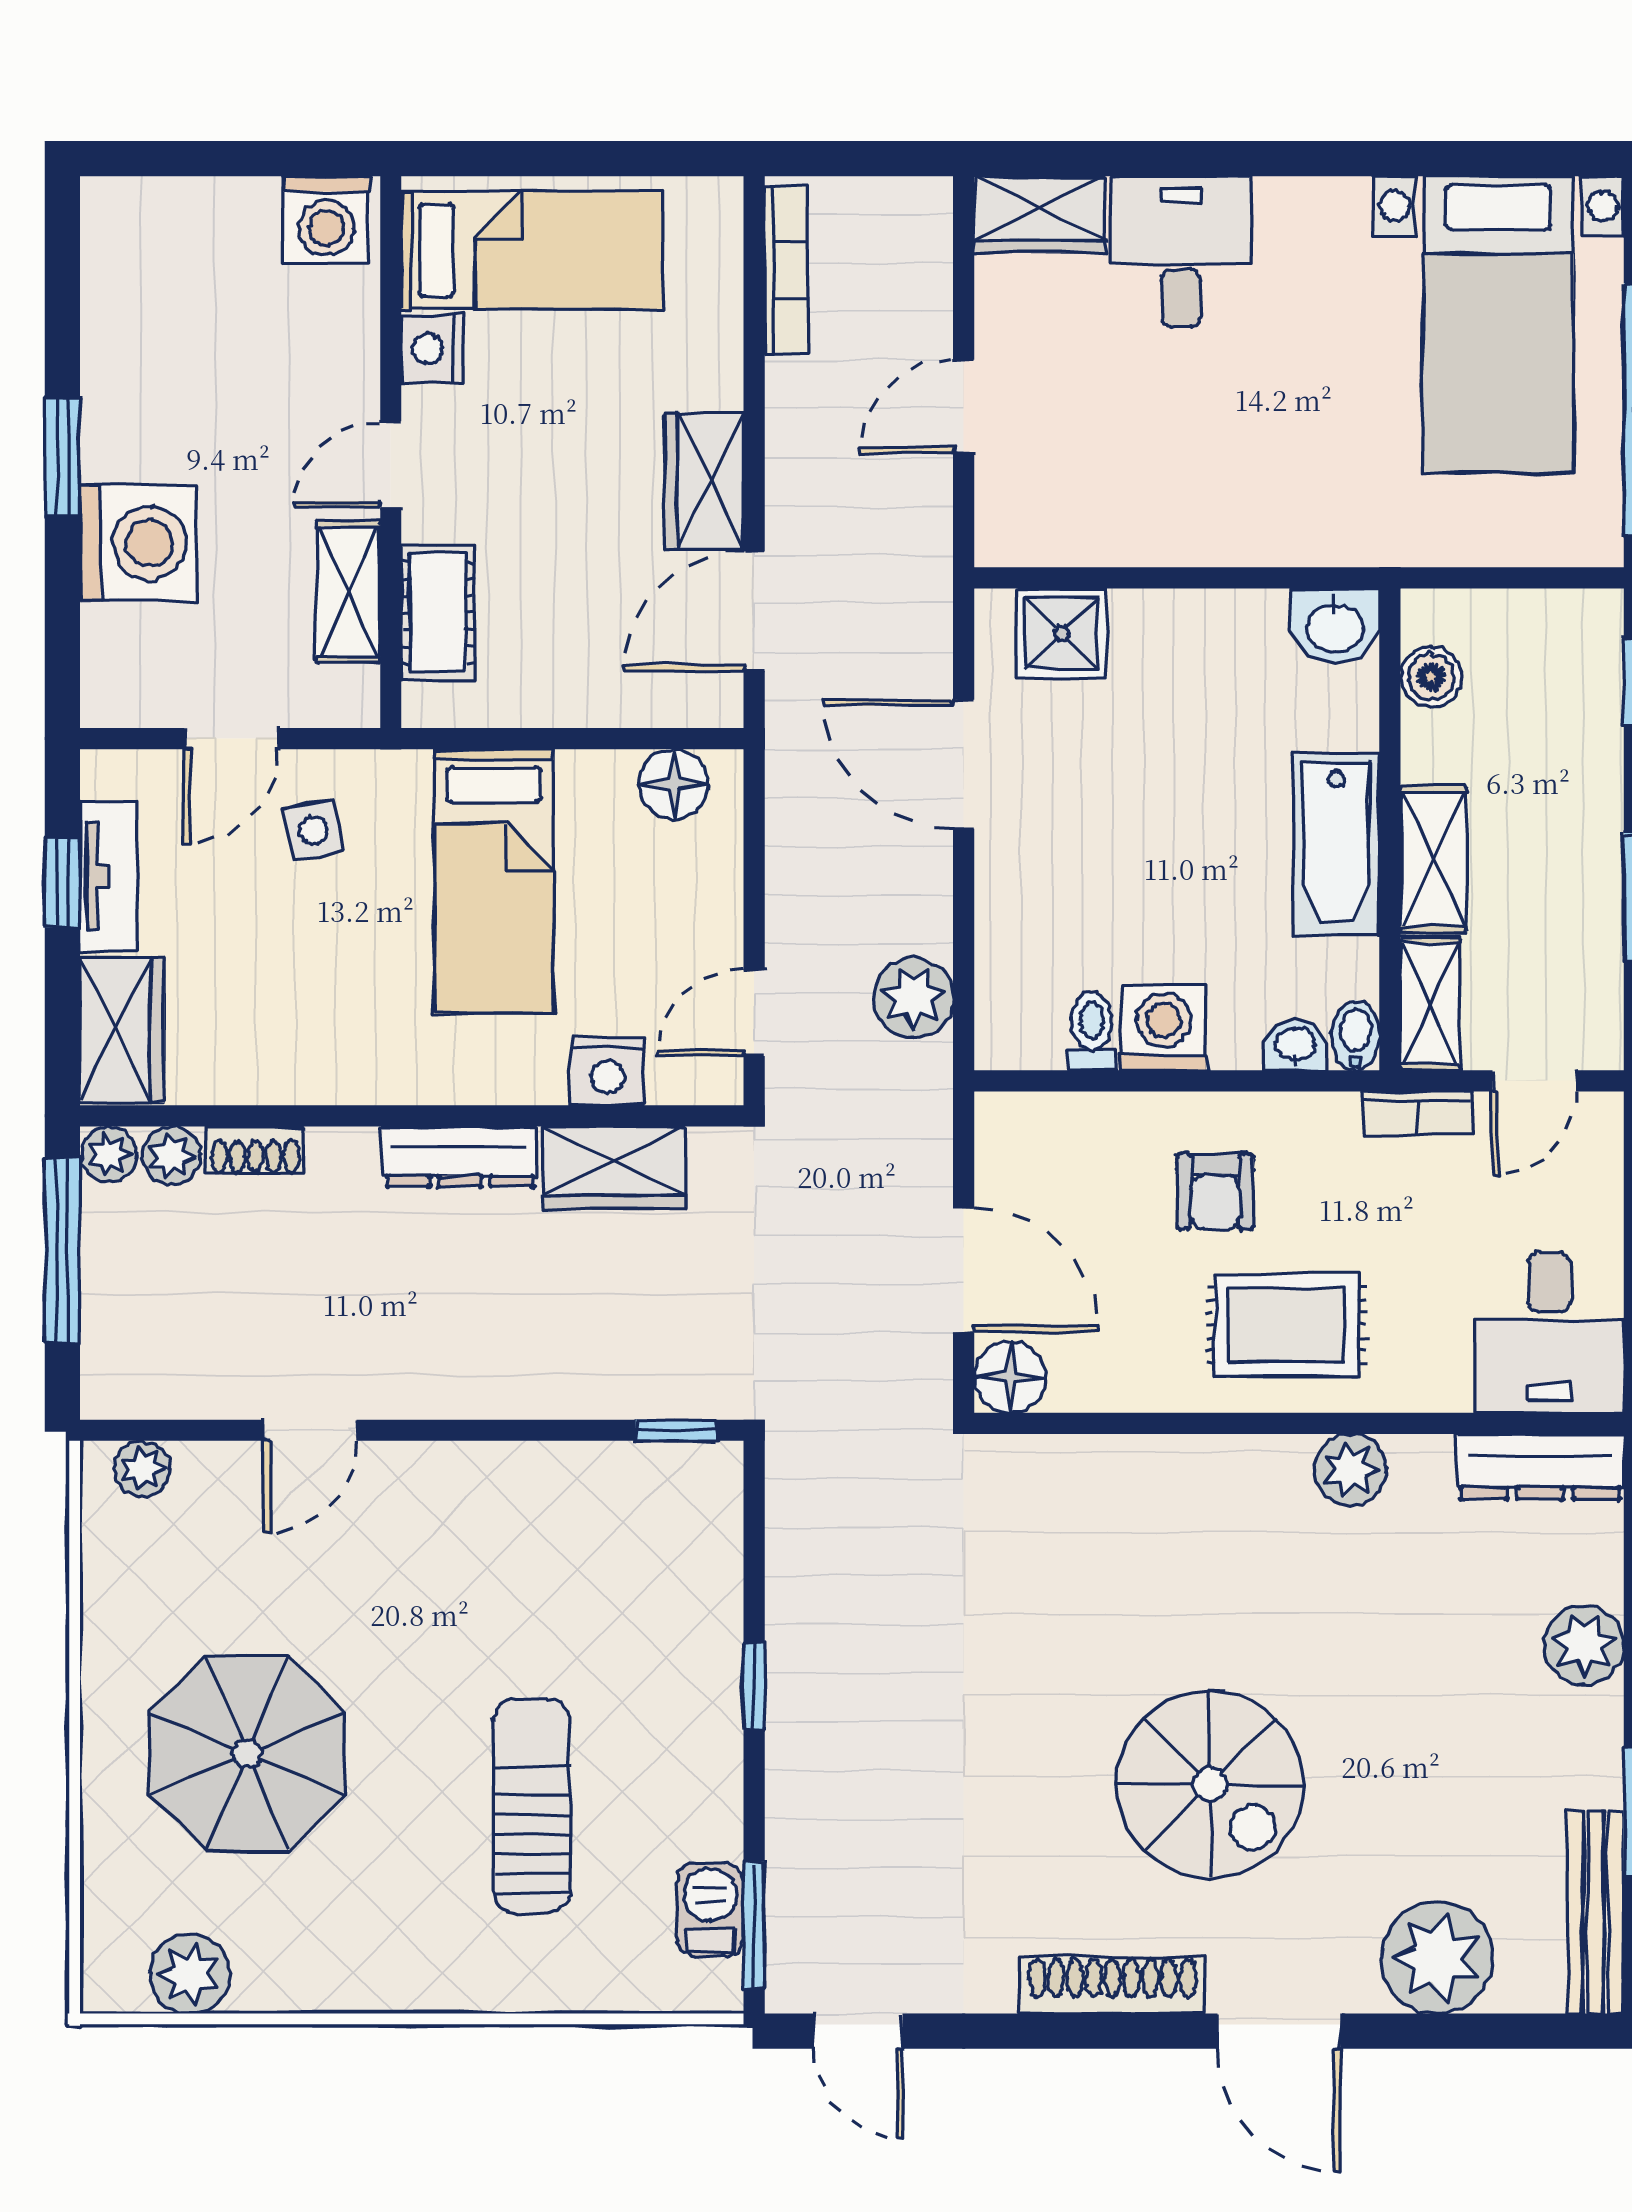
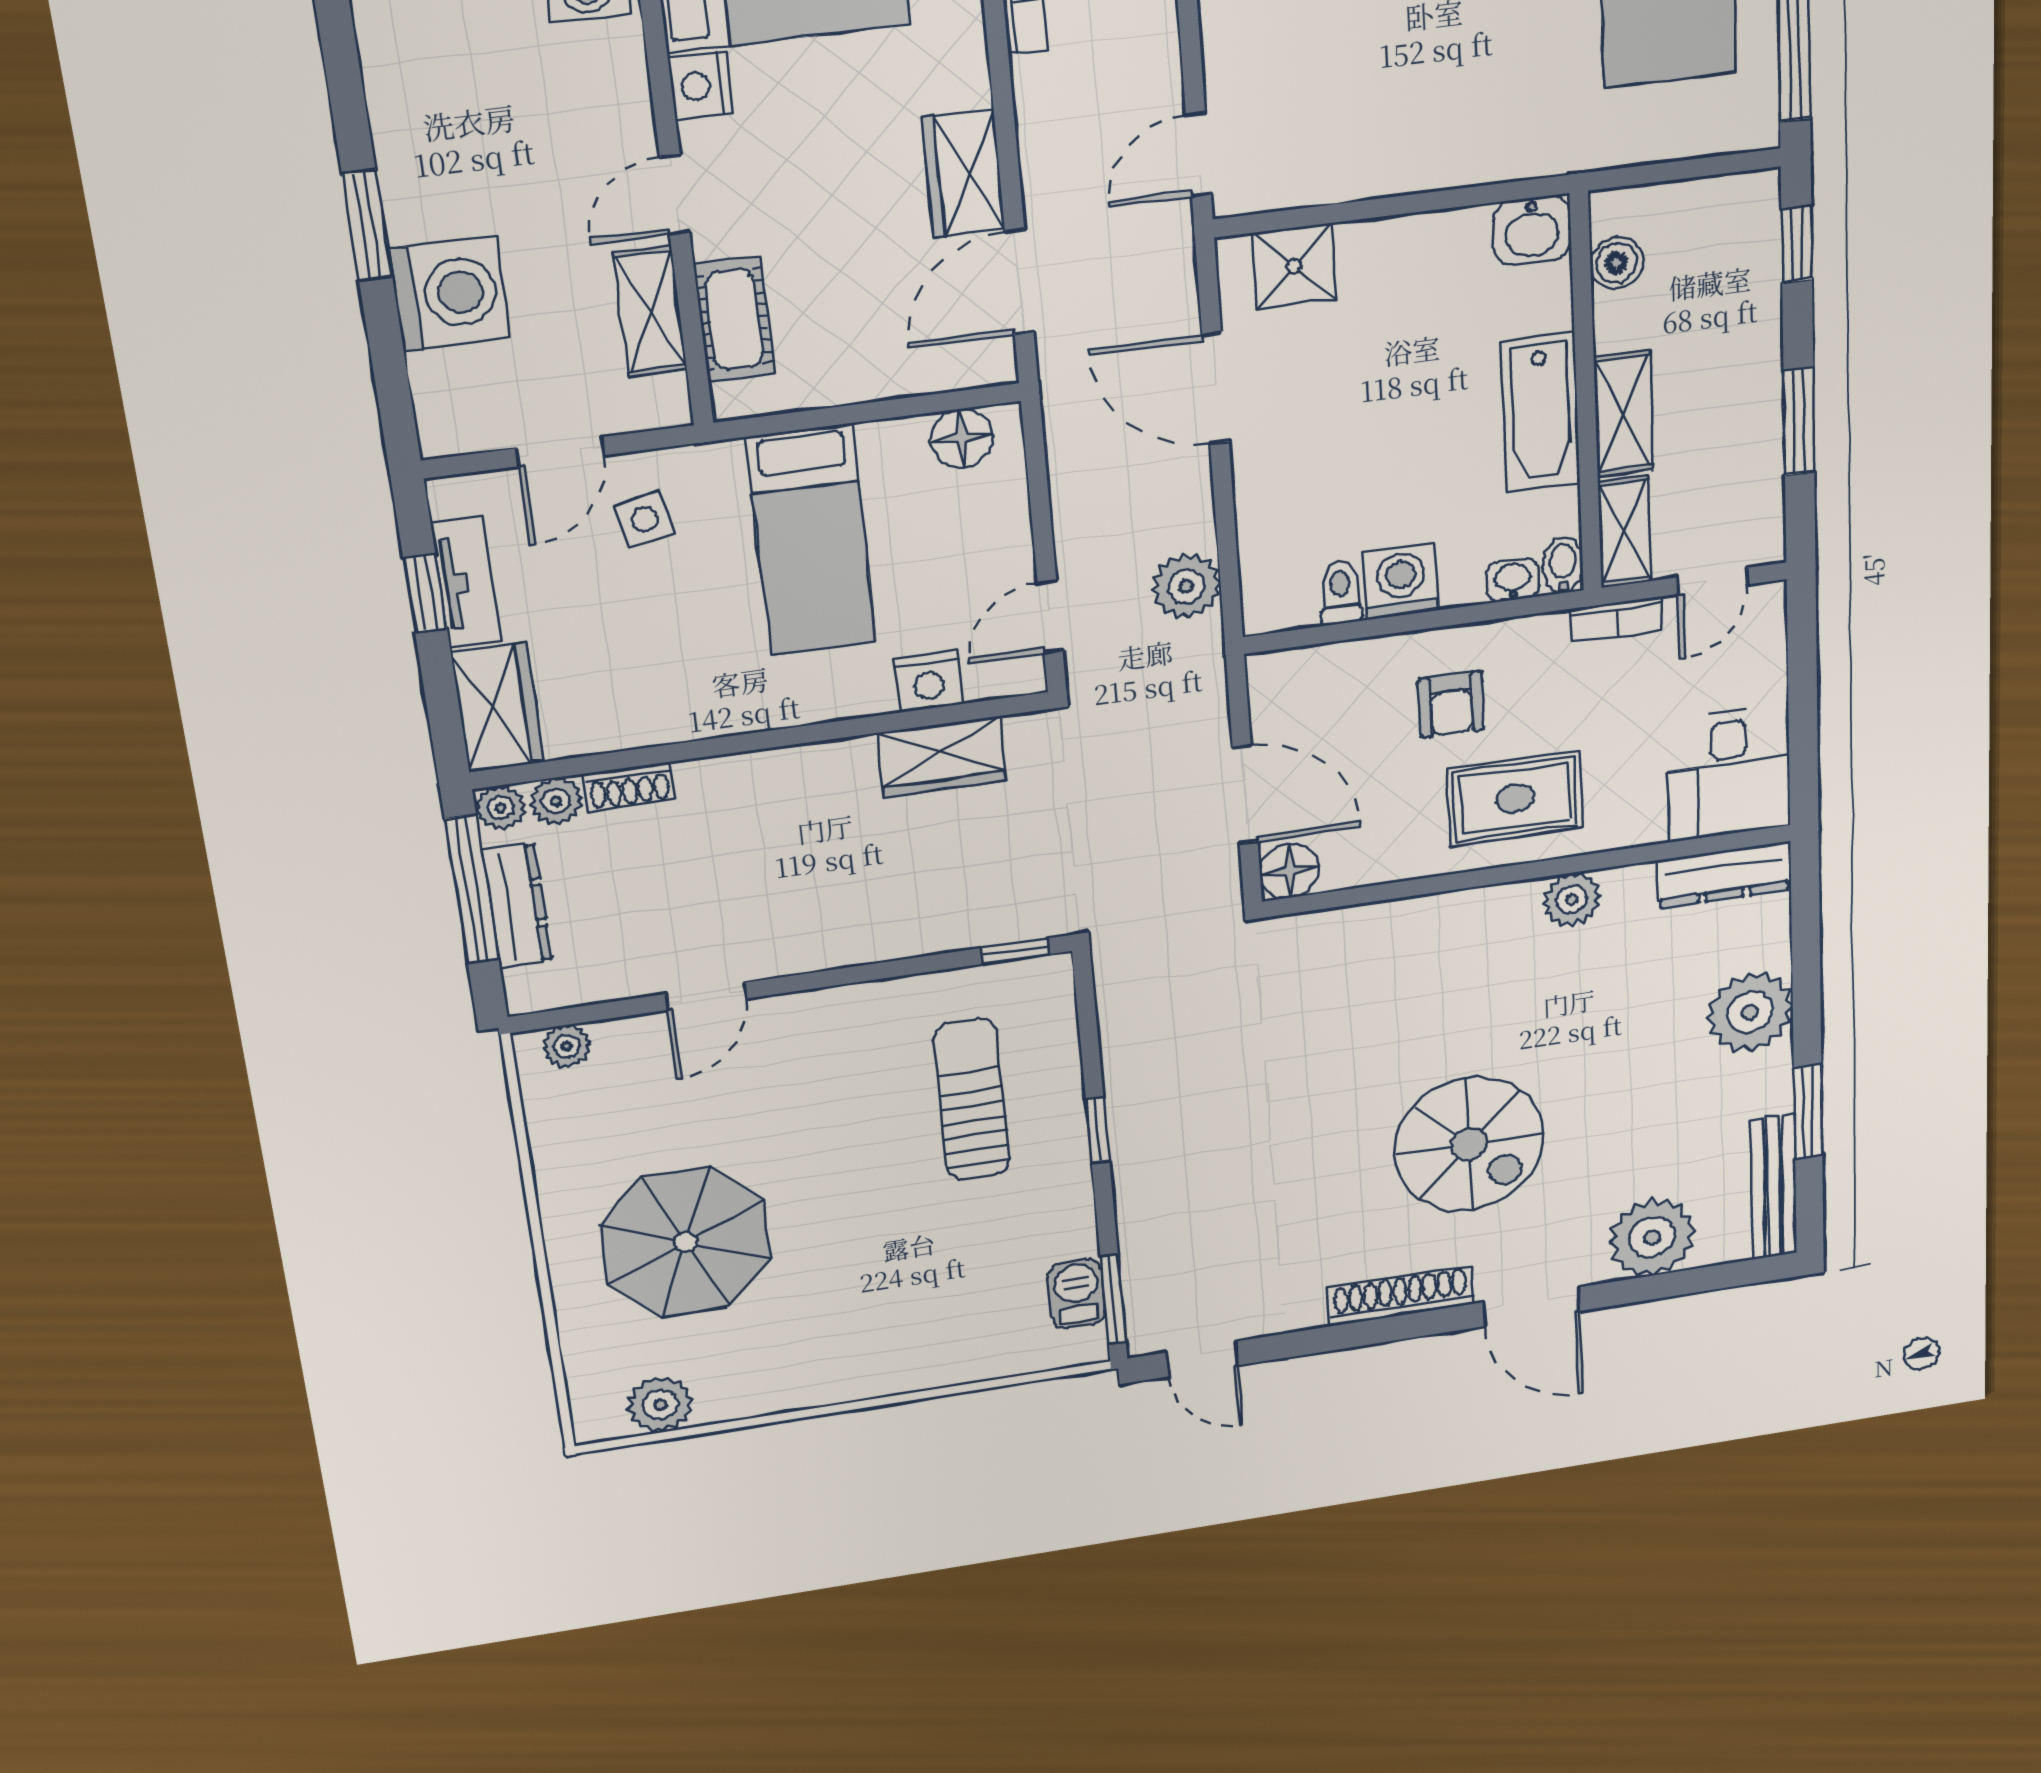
door: (964, 406) -> (1198, 155), moved
dresser: (460, 1157) -> (517, 905), moved, turned -90
plant: (1584, 1645) -> (1750, 1012), width x1.36, depth x1.36
sun lounger: (532, 1806) -> (972, 1100), moved

